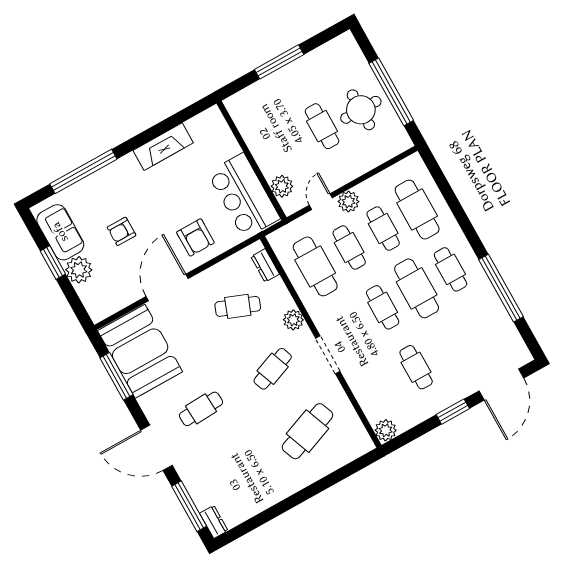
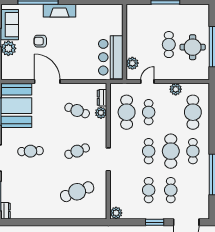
fireplace: (163, 147) -> (59, 11), moved
plant: (349, 202) -> (176, 89), moved
cafe table: (383, 229) -> (171, 190), moved
armchair: (195, 237) -> (75, 65), removed
door: (167, 288) -> (47, 82), hinge flipped
plant: (293, 320) -> (101, 113), moved

